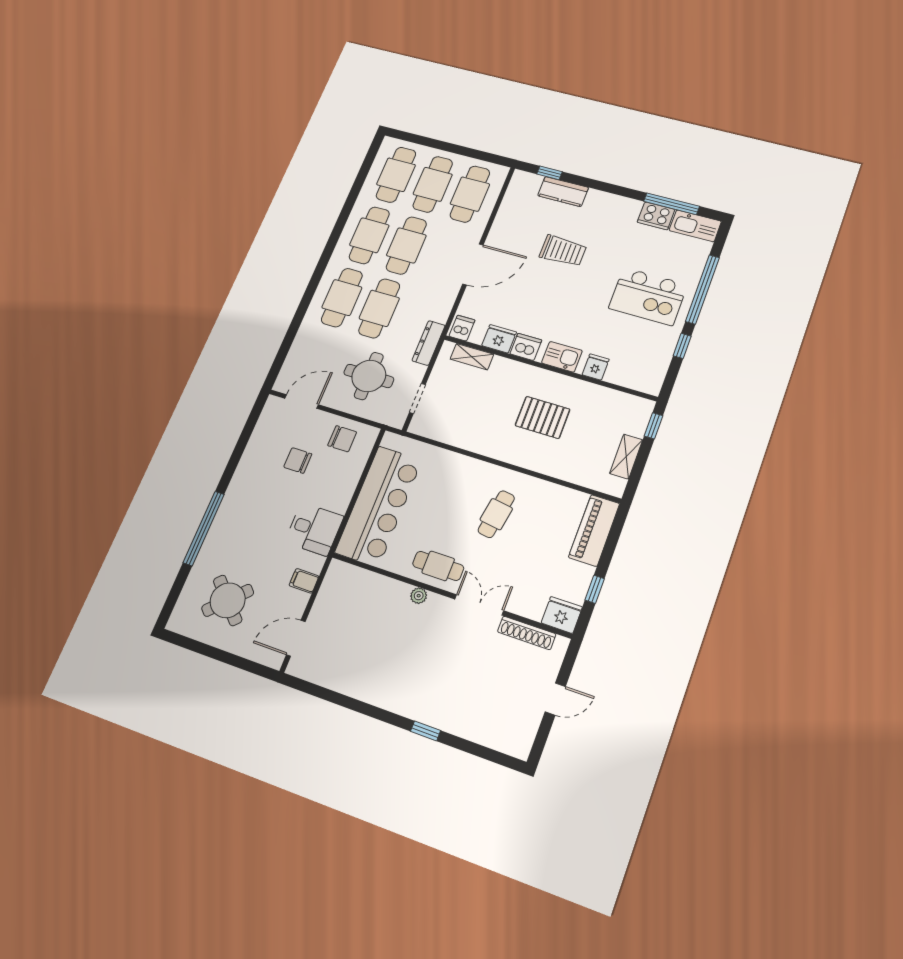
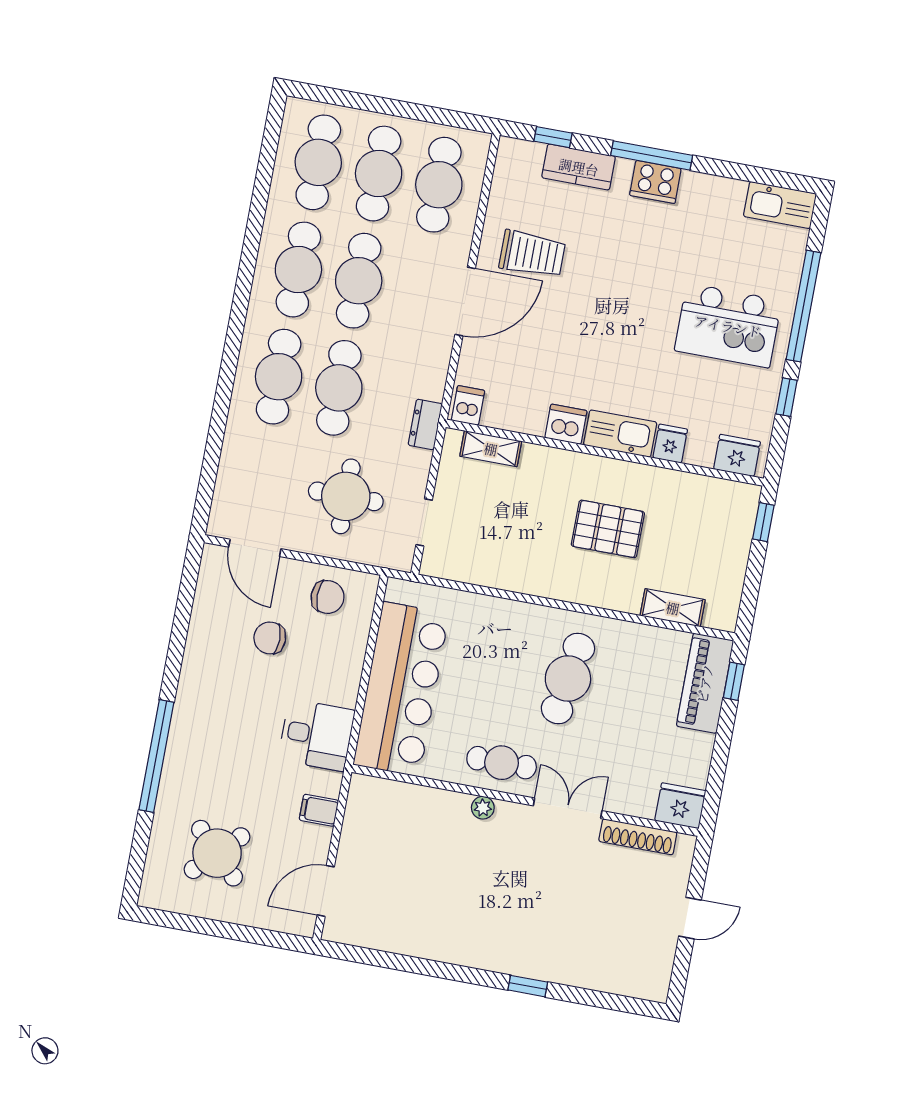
window: (672, 204) -> (652, 155), moved
cooker: (656, 216) -> (655, 182), moved
trolley: (563, 251) -> (532, 254), moved
fridge: (499, 339) -> (737, 455), moved
dresser: (429, 343) -> (425, 425), width x0.70
kitchen sink: (562, 357) -> (620, 434), width x1.38
door: (302, 401) -> (255, 548), swing flipped
shelving: (626, 457) -> (673, 608), moved, turned 90
cafe table: (496, 514) -> (568, 679), width x1.37, depth x1.35
window: (595, 589) -> (734, 681), moved

